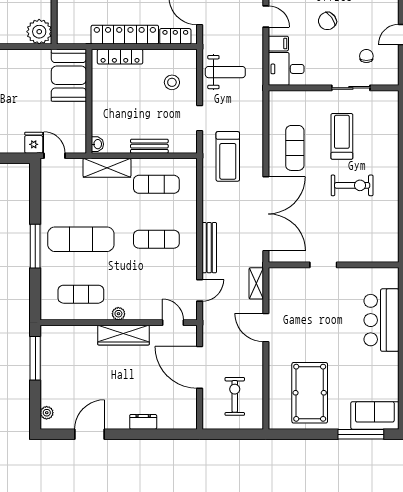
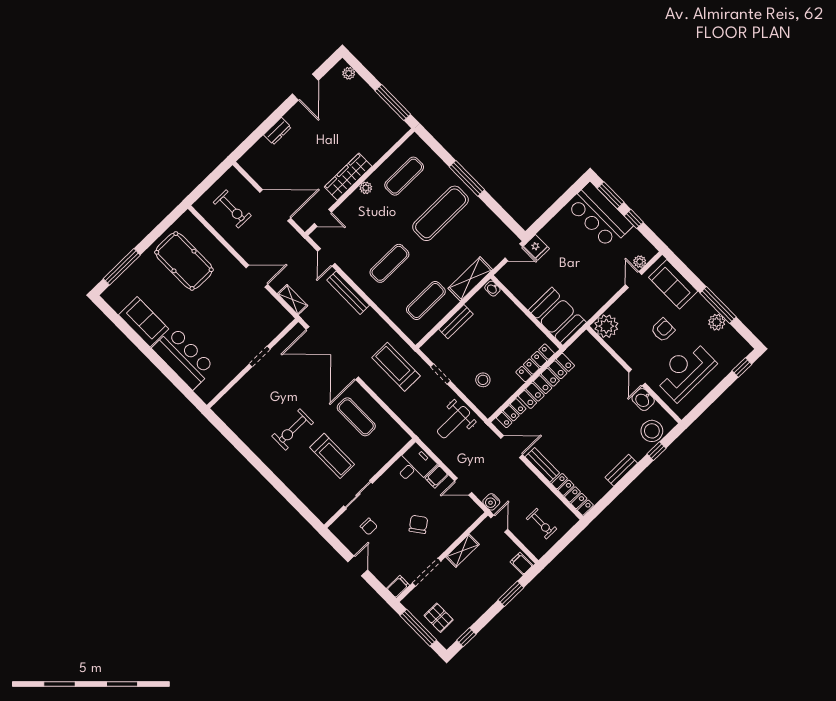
sofa: (375, 415) -> (144, 322), moved, turned -90

